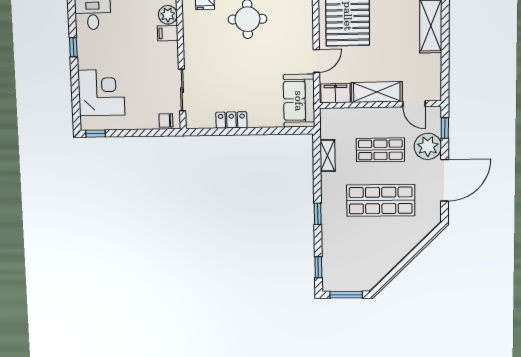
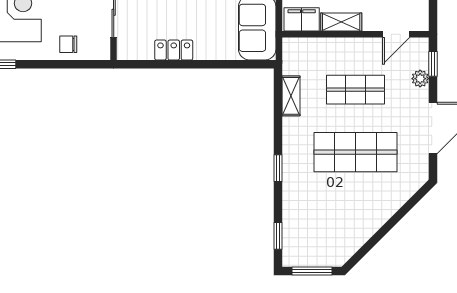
shelving: (377, 92) -> (341, 22), width x0.67, depth x0.75
door: (414, 104) -> (396, 34), hinge flipped
chair: (166, 120) -> (68, 44), moved
plant: (428, 146) -> (420, 79), width x0.53, depth x0.53

